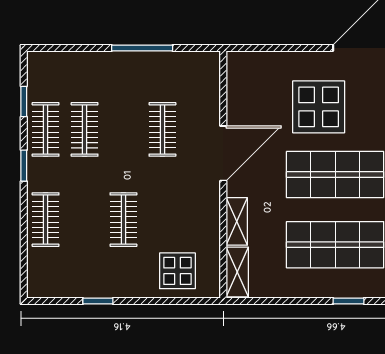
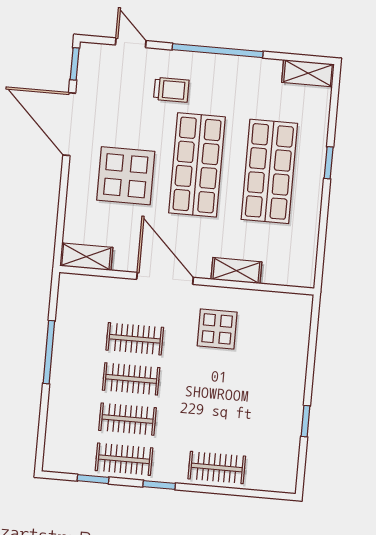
clothes rail: (123, 220) -> (131, 379), moved
display table: (177, 271) -> (217, 329), moved
shelving: (237, 272) -> (86, 257), moved

